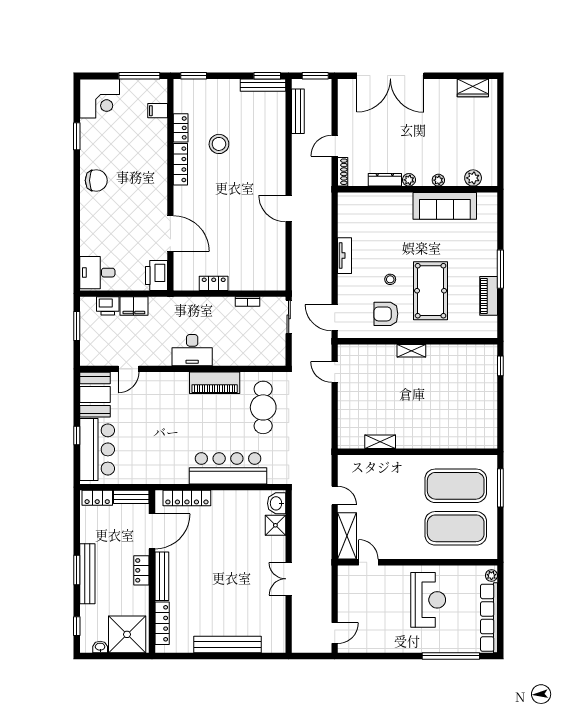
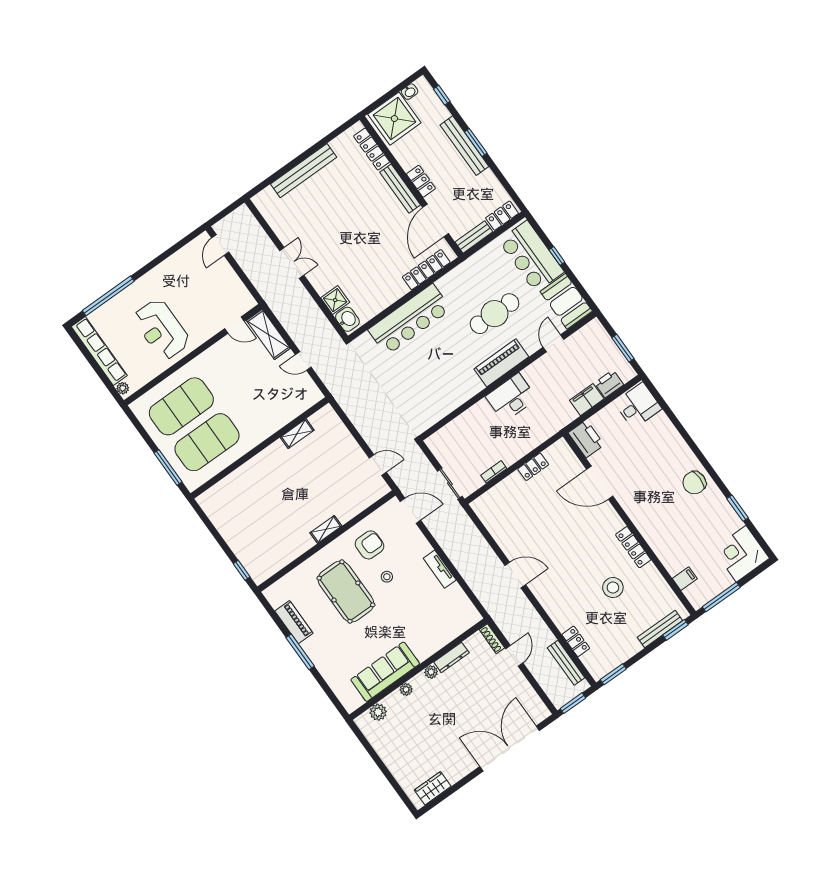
bench: (263, 85) -> (660, 629), moved
locker: (181, 128) -> (576, 641), moved, turned 180
piano: (215, 383) -> (501, 363), moved
cafe table: (263, 407) -> (495, 314), moved, turned 90

